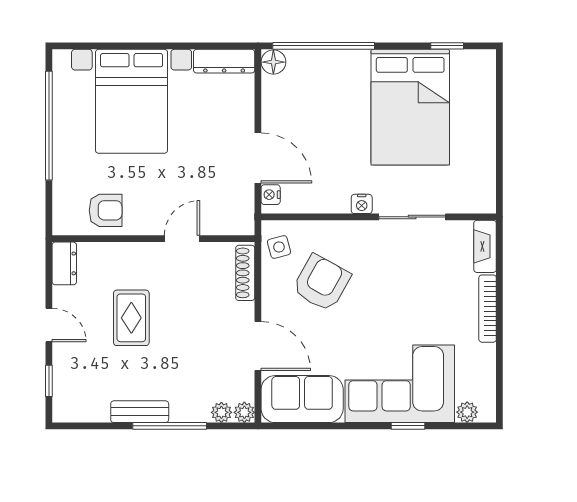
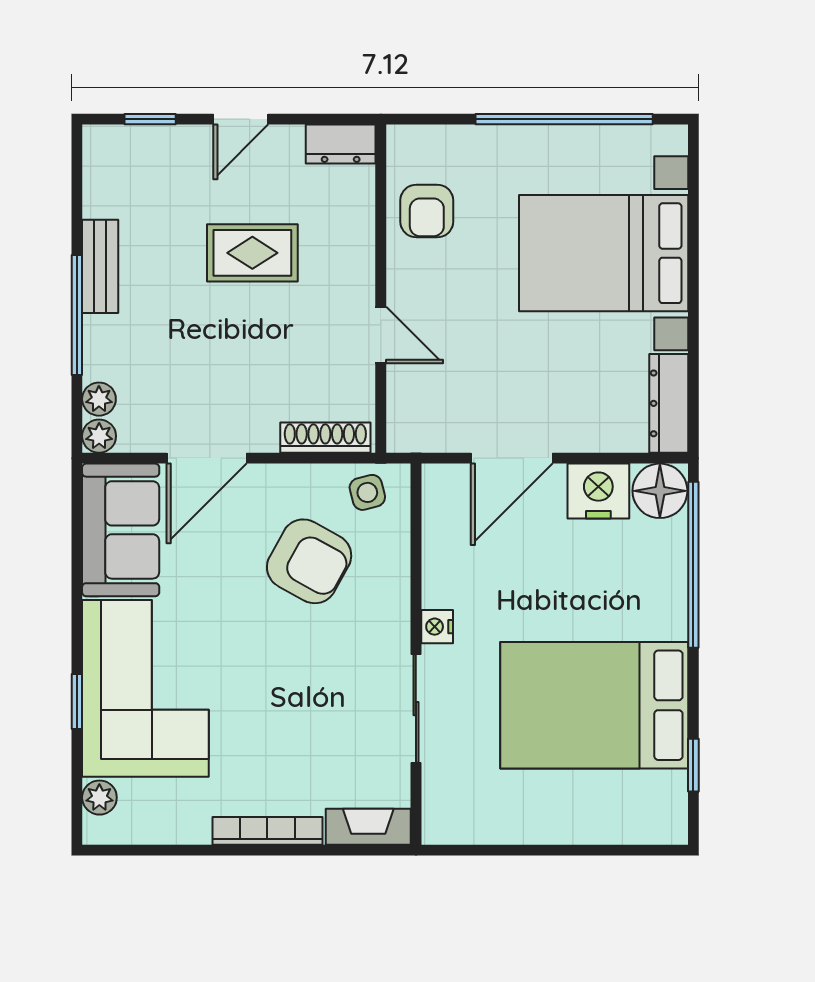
floor lamp: (273, 62) -> (660, 491), width x1.38, depth x1.38
nightstand: (271, 195) -> (598, 491), moved, width x1.89, depth x1.79

